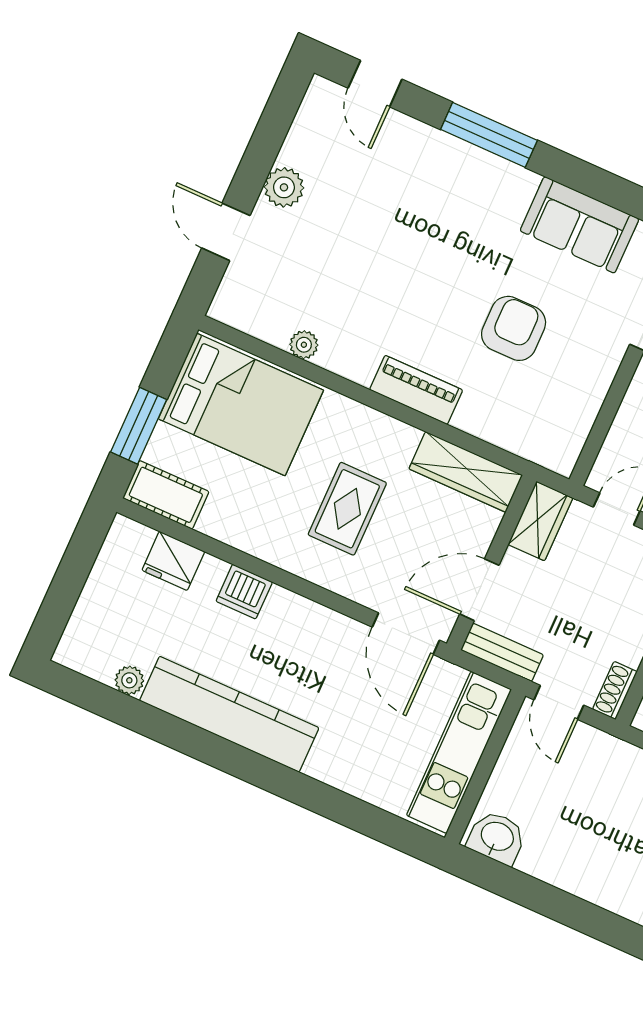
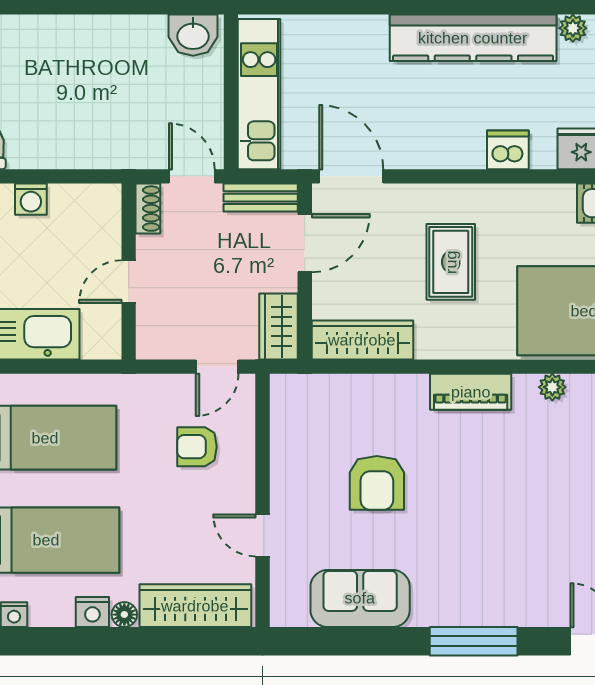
piano: (416, 390) -> (471, 392), moved

